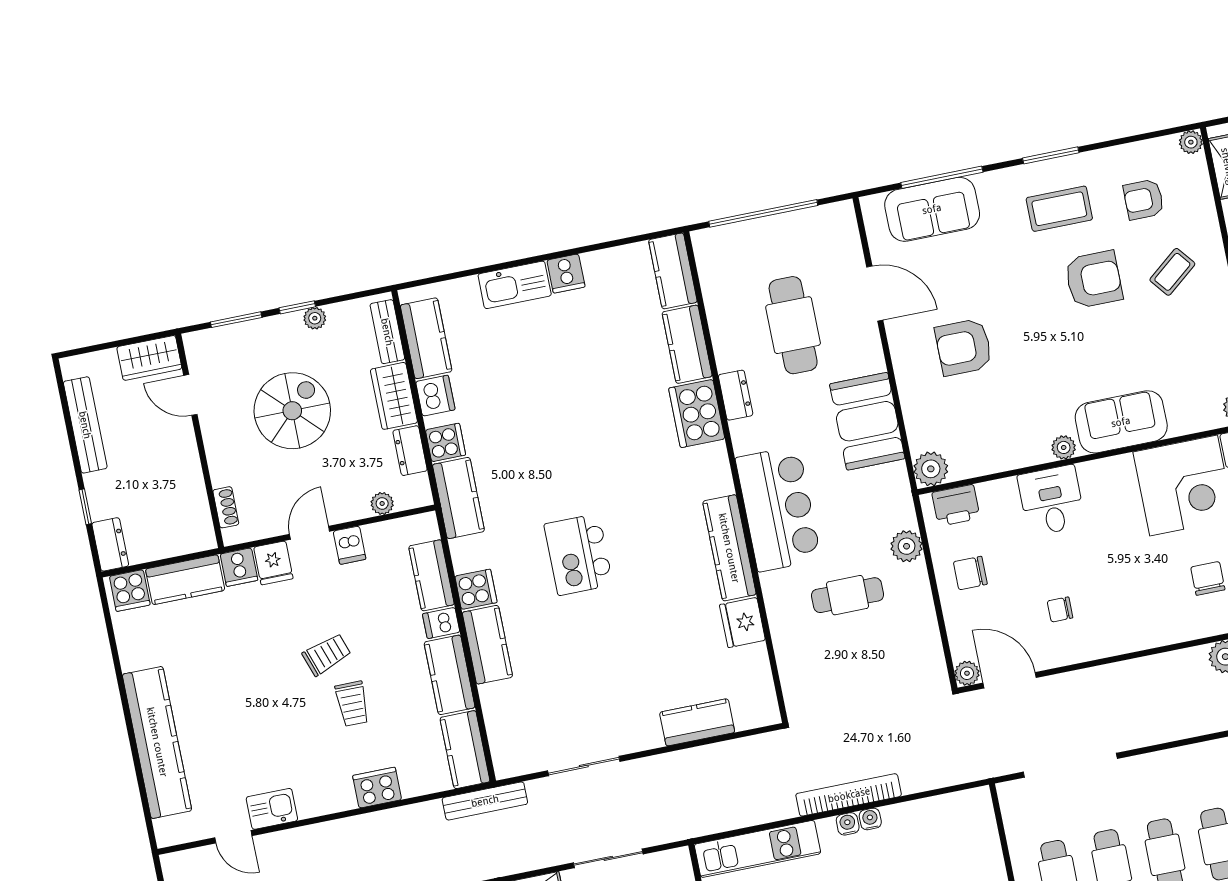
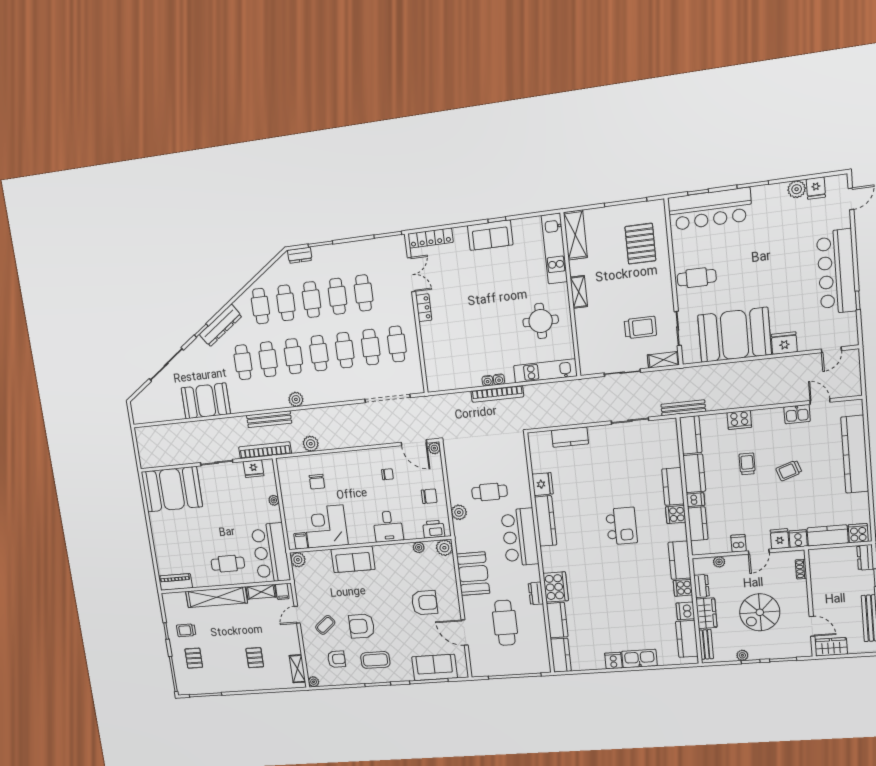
plant: (1064, 447) -> (419, 547), moved
trolley: (327, 655) -> (789, 470), moved

